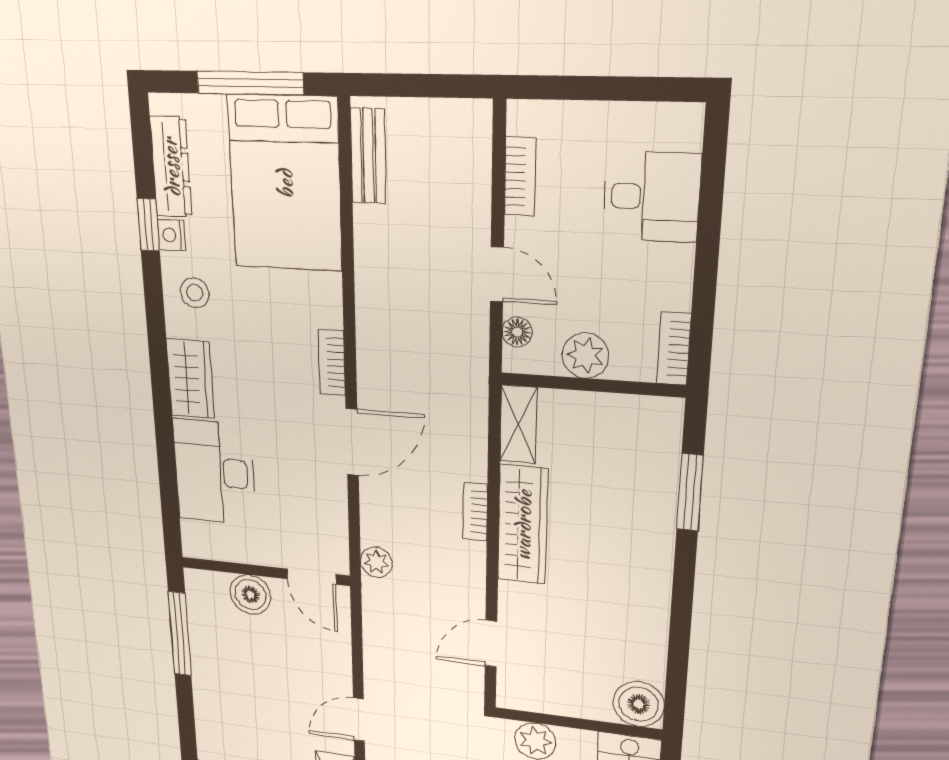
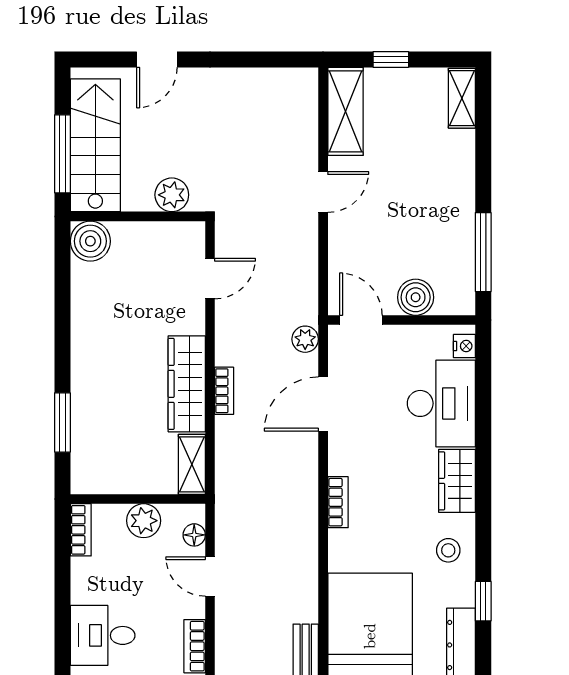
nightstand: (171, 235) -> (464, 346), moved
door: (352, 442) -> (323, 404), moved

